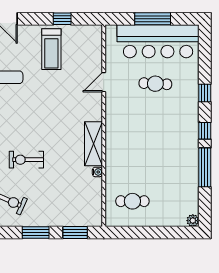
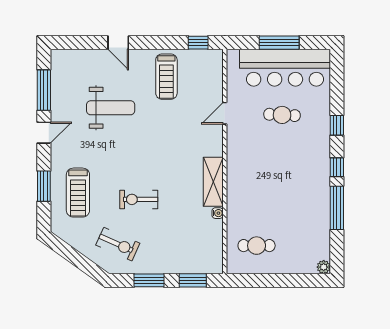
window: (62, 19) -> (198, 43), moved

